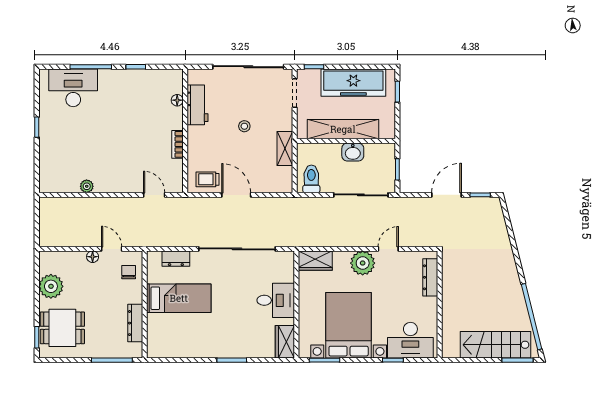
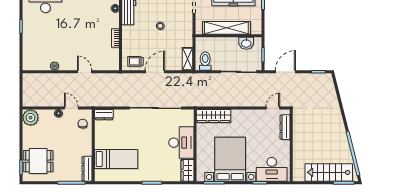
shelving: (285, 148) -> (187, 59), moved
washbasin: (353, 152) -> (246, 43), moved
door: (154, 195) -> (85, 72), moved
door: (236, 195) -> (155, 72), hinge flipped
door: (447, 195) -> (285, 72), moved
door: (388, 249) -> (273, 108), moved
dresser: (176, 259) -> (104, 115), moved
wardrobe: (315, 261) -> (214, 116), width x1.50
plant: (363, 263) -> (240, 118), removed
plant: (51, 286) -> (30, 118), moved
bed: (179, 298) -> (116, 159), moved
desk: (276, 300) -> (181, 143), width x1.37
dresser: (135, 323) -> (87, 169), moved

